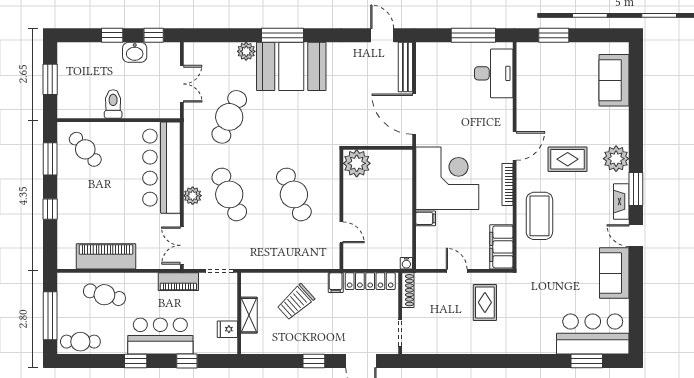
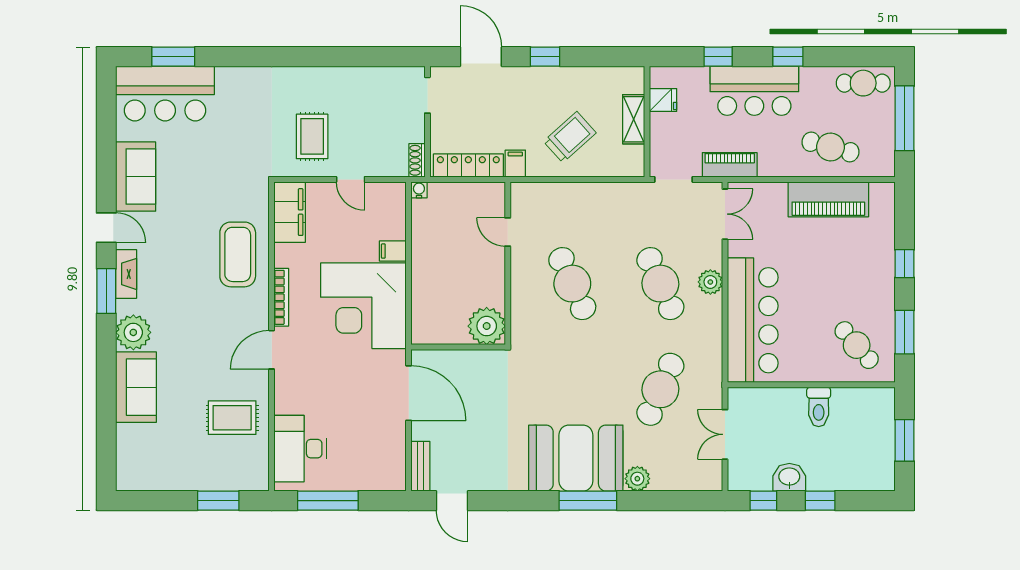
bench: (405, 67) -> (420, 466), width x0.73
sofa: (614, 80) -> (136, 387), moved
rug: (568, 159) -> (232, 418), moved
shoe rack: (408, 290) -> (417, 160), width x0.70

